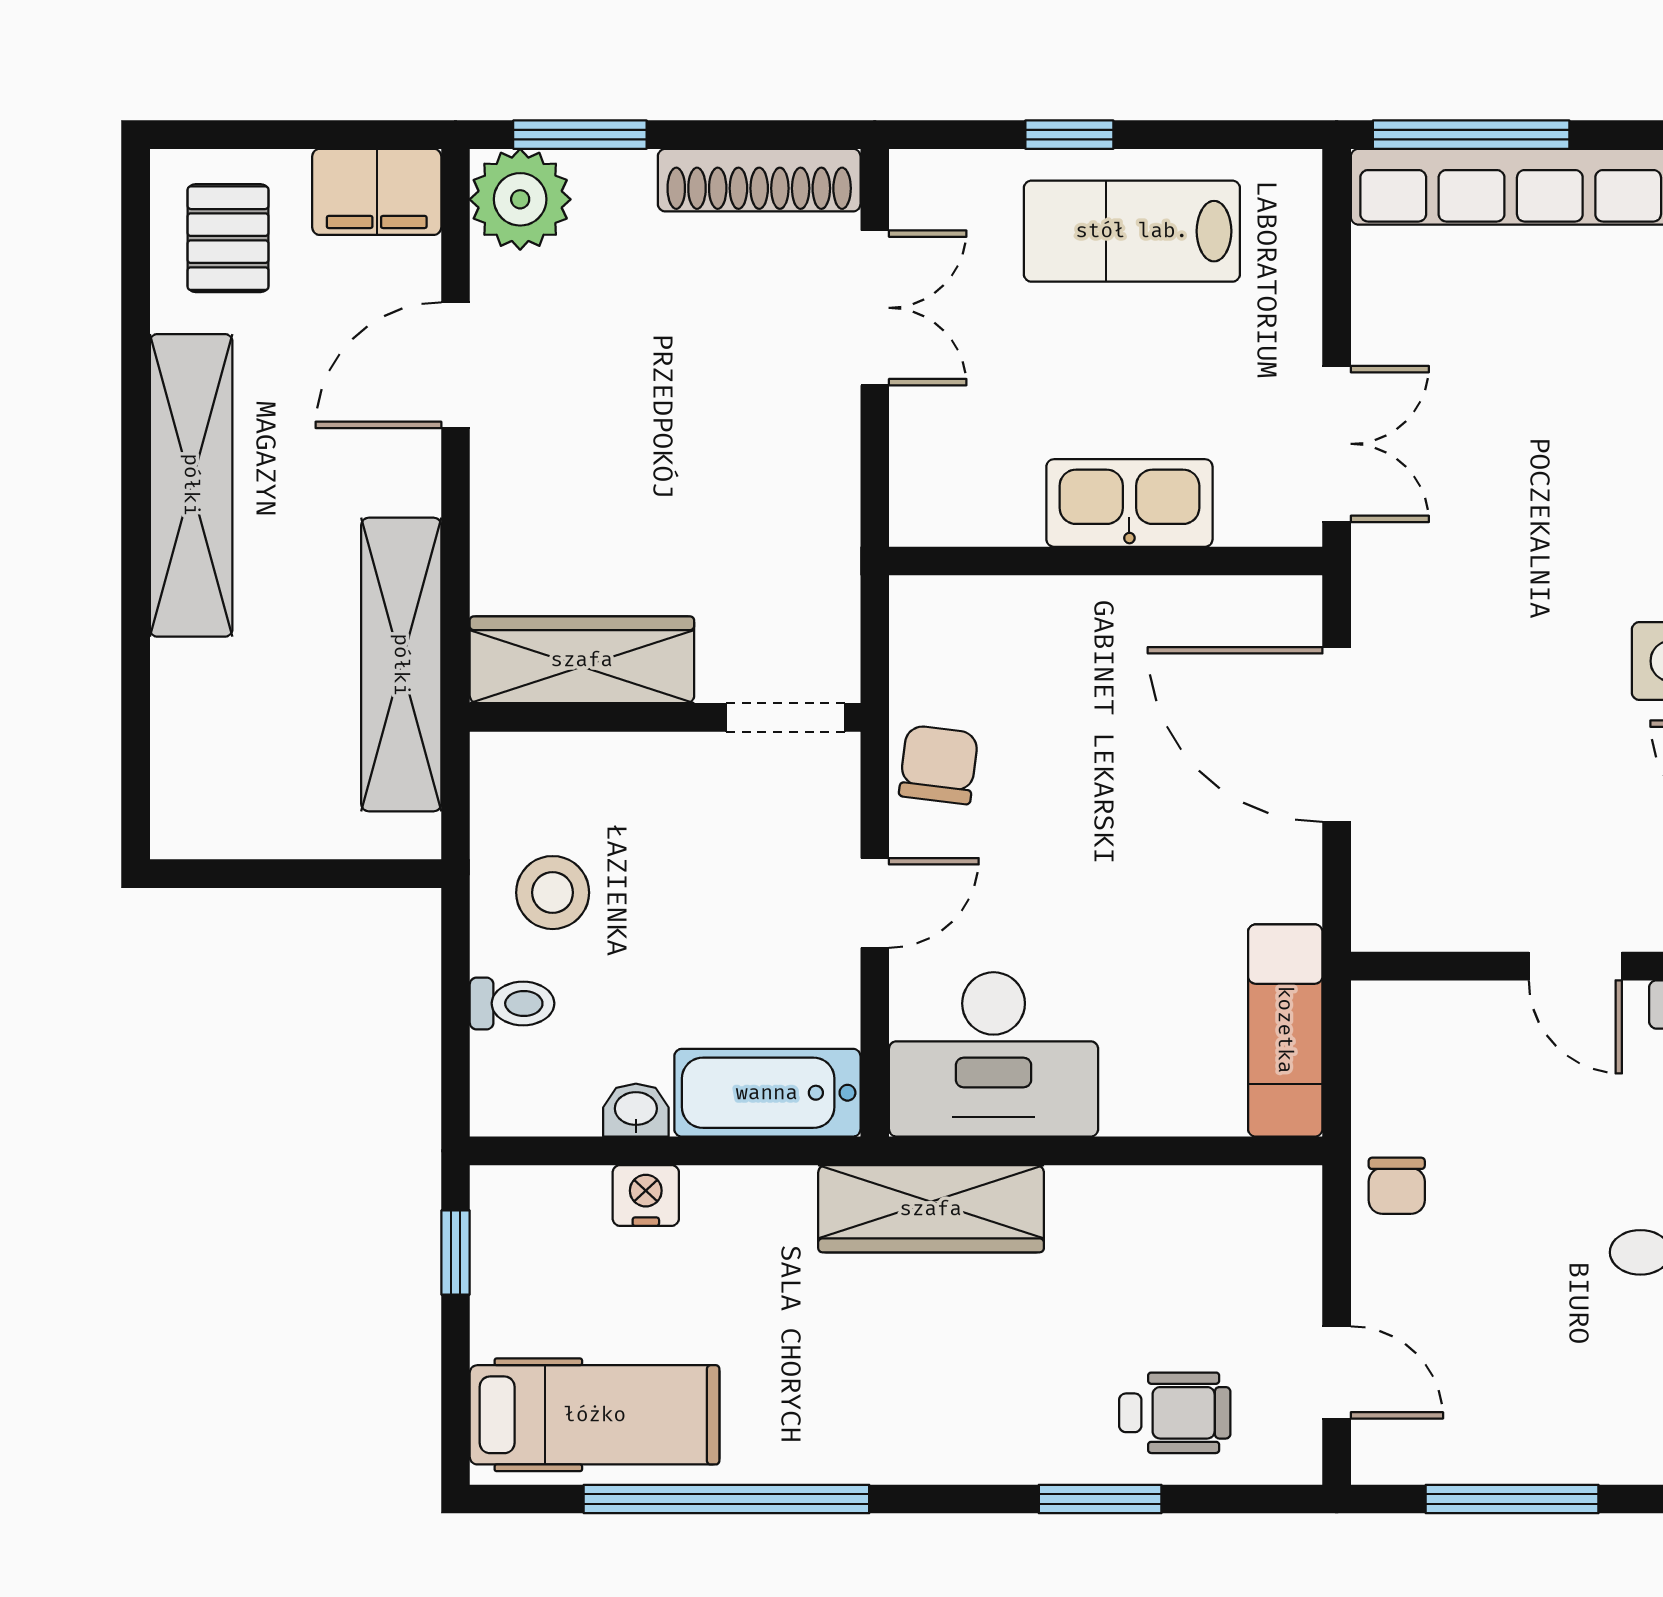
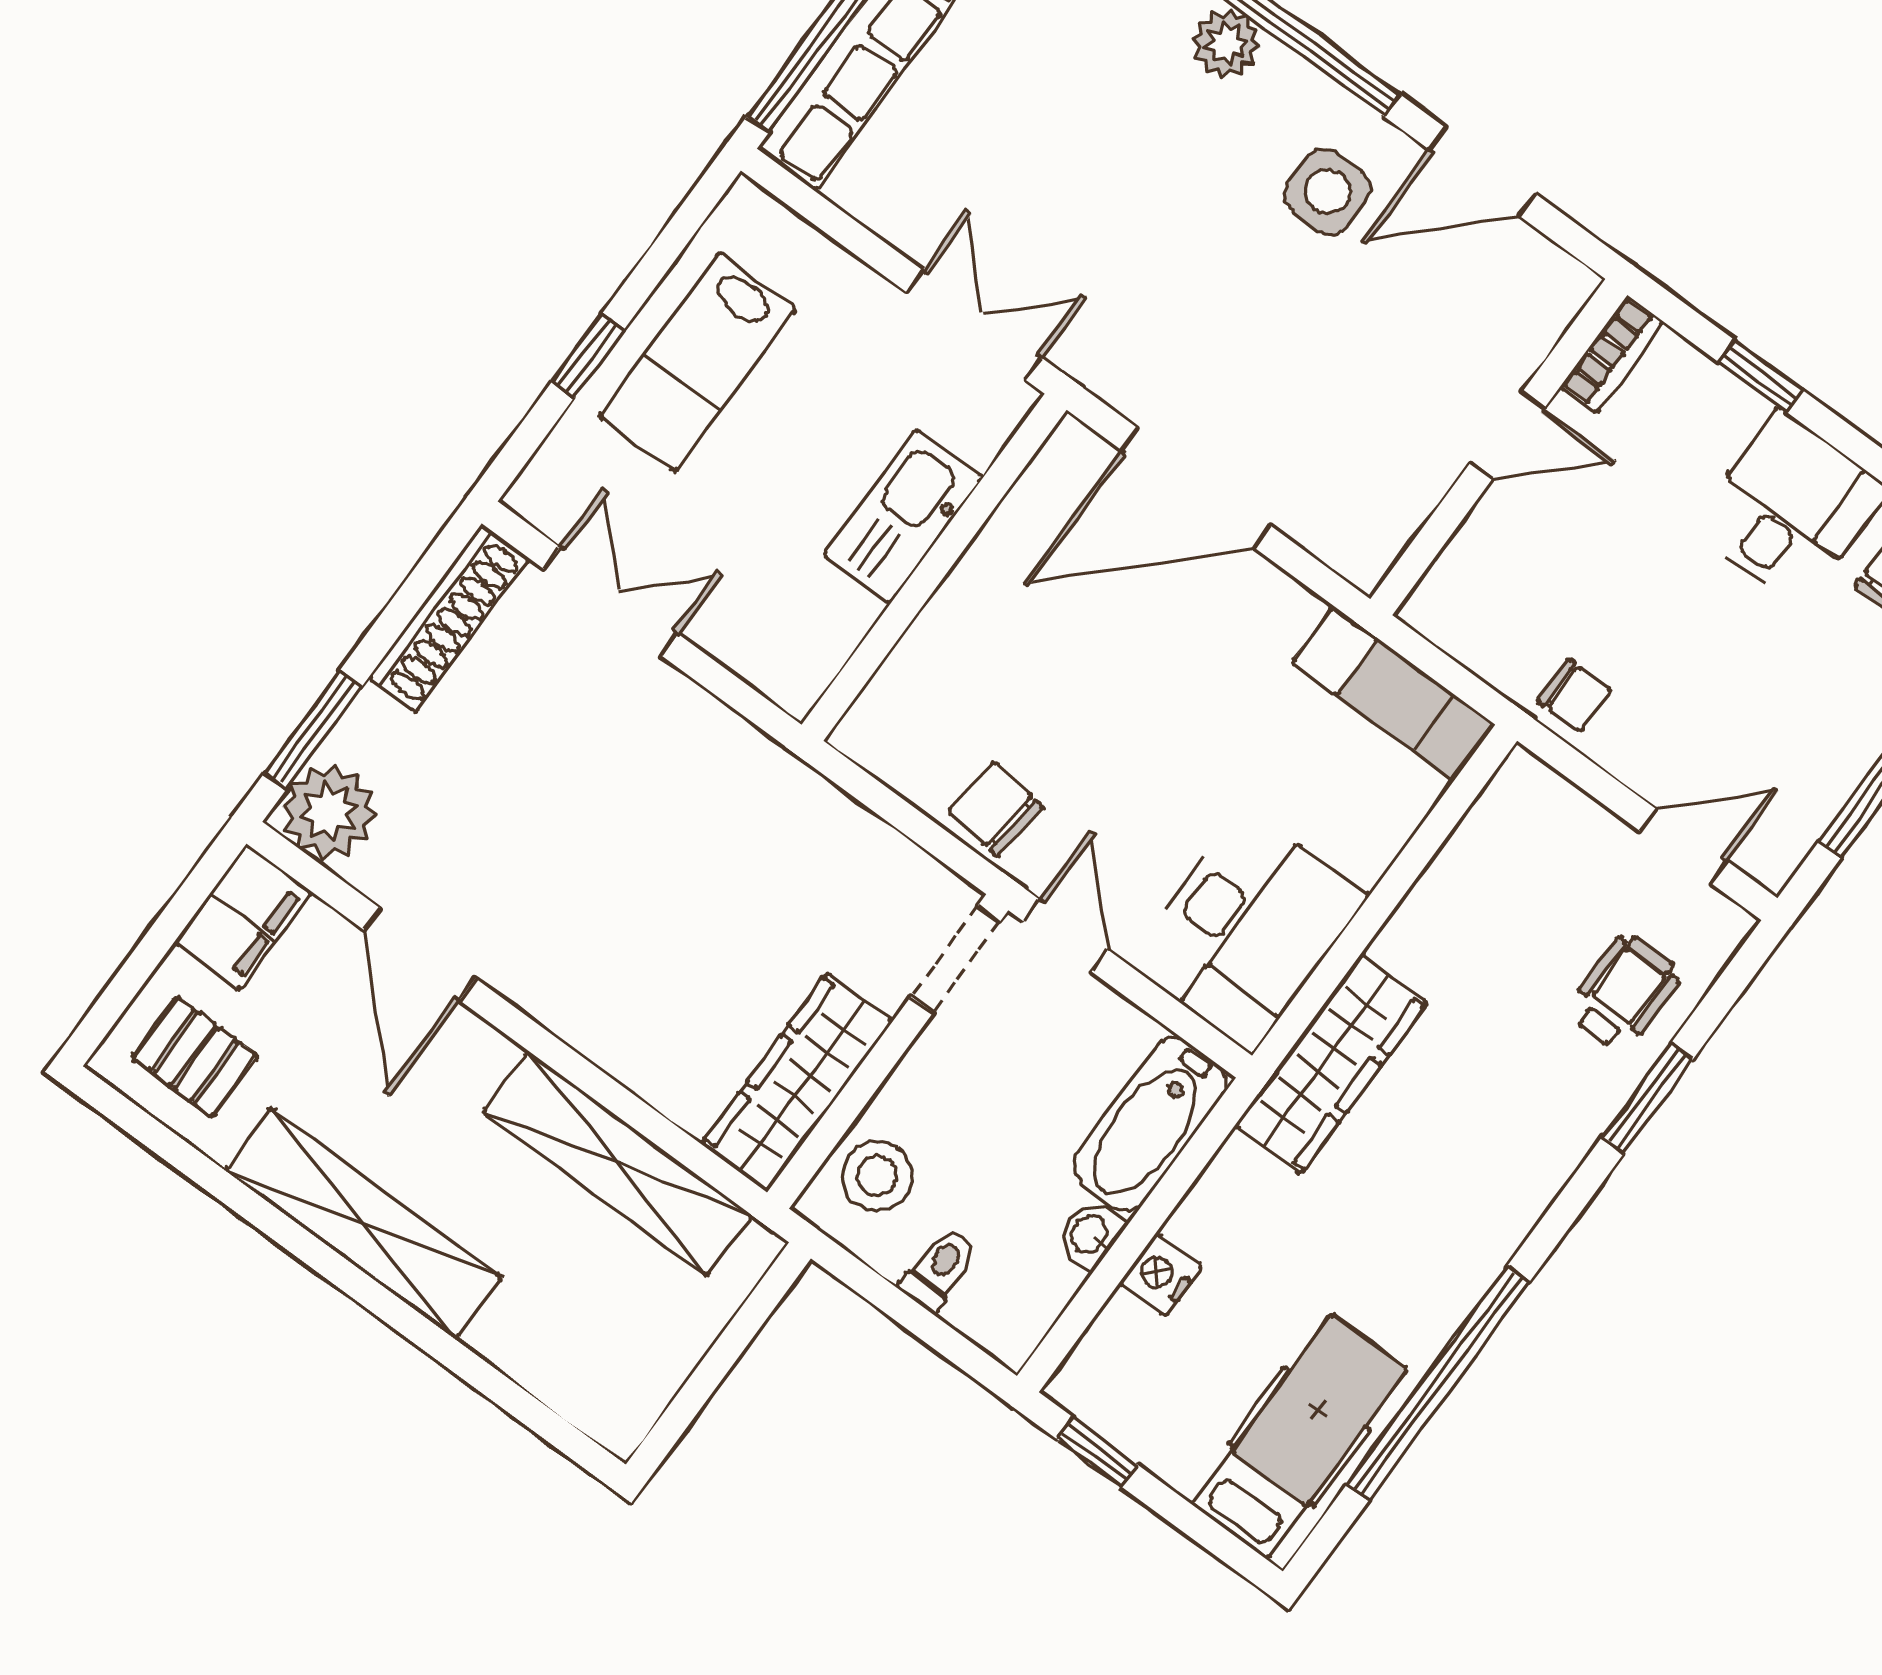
wardrobe: (582, 660) -> (797, 1083), moved
wall: (665, 717) -> (888, 1051), moved
doorway: (786, 717) -> (955, 959), moved

